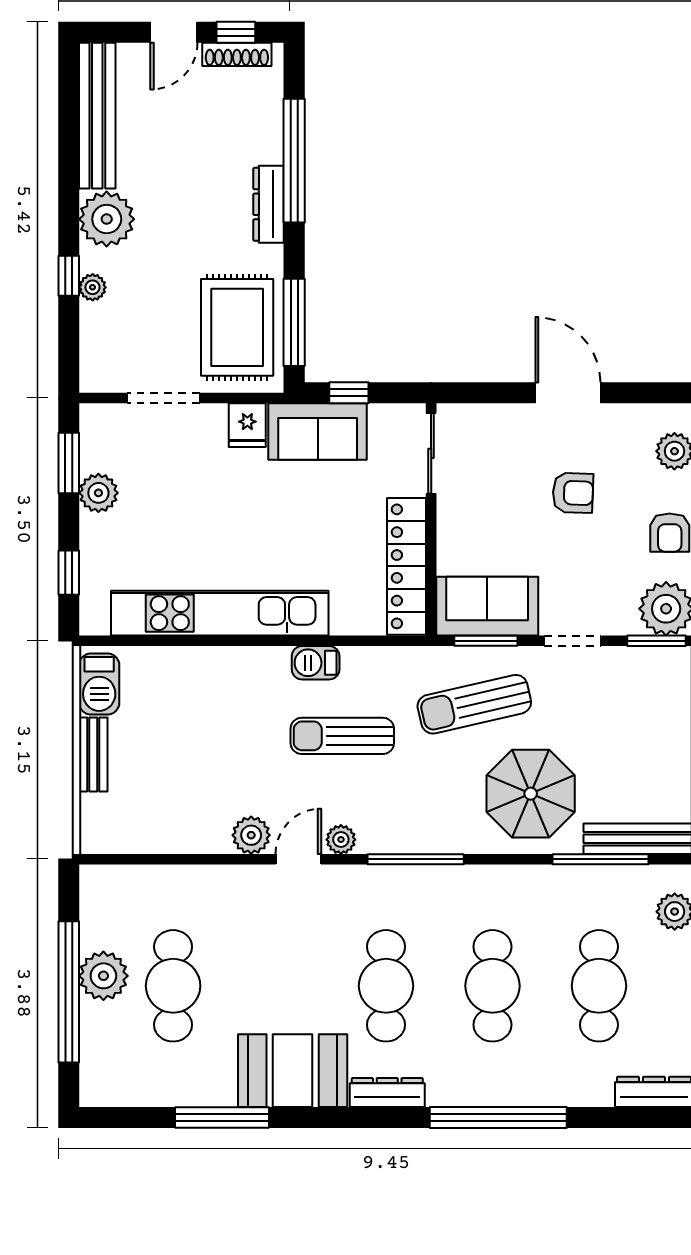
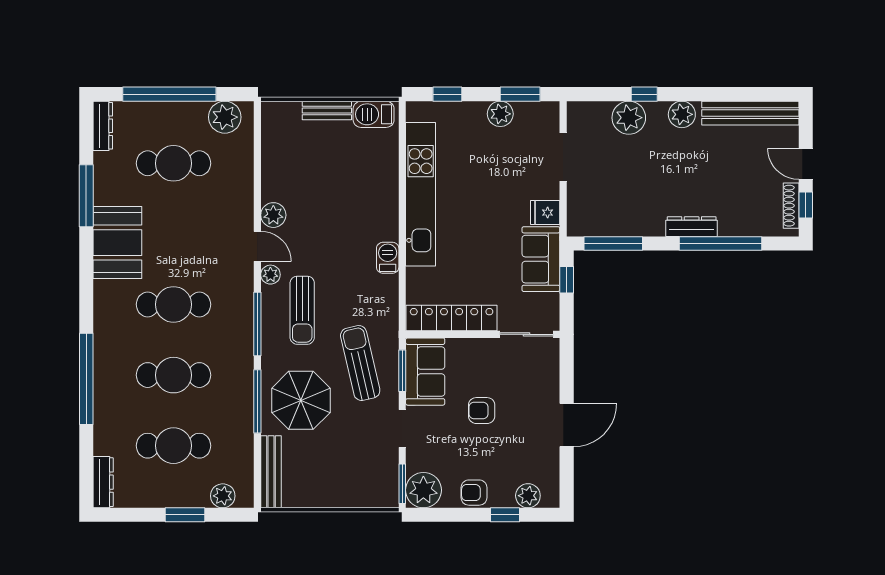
plant: (107, 219) -> (682, 114), width x0.73, depth x0.73
plant: (93, 287) -> (629, 118), width x1.88, depth x1.88
rug: (237, 327) -> (610, 206), removed
armchair: (573, 493) -> (482, 411), moved, turned 88
sun lounger: (342, 736) -> (302, 310), moved, turned 180
window: (601, 859) -> (257, 401), moved
plant: (103, 976) -> (225, 117), moved
dresser: (387, 1093) -> (103, 126), moved

